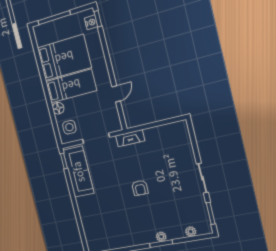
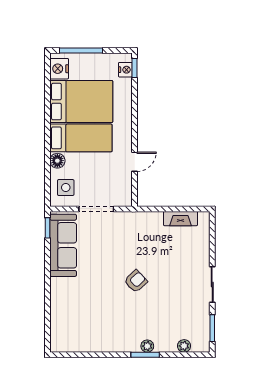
nightstand: (42, 37) -> (59, 69), added
fireplace: (130, 138) -> (181, 219), moved
armchair: (140, 188) -> (136, 281), turned -133

